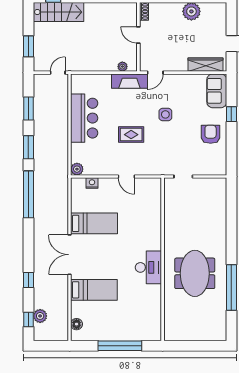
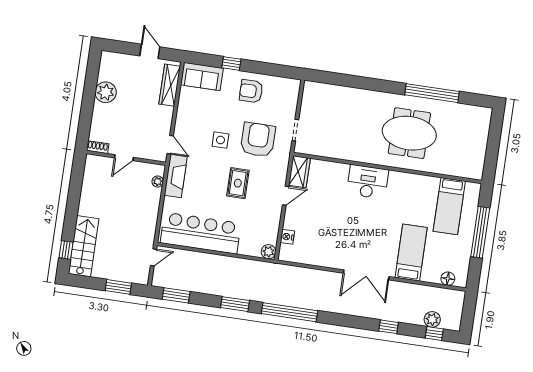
door: (58, 73) -> (154, 257), swing flipped
window: (28, 108) -> (176, 295), moved
bar counter: (84, 118) -> (201, 233), width x1.36
armchair: (170, 146) -> (258, 140), added
wardrobe: (148, 185) -> (299, 172), added
bed: (94, 223) -> (449, 206), moved, turned 180
desk: (148, 267) -> (368, 182), moved

